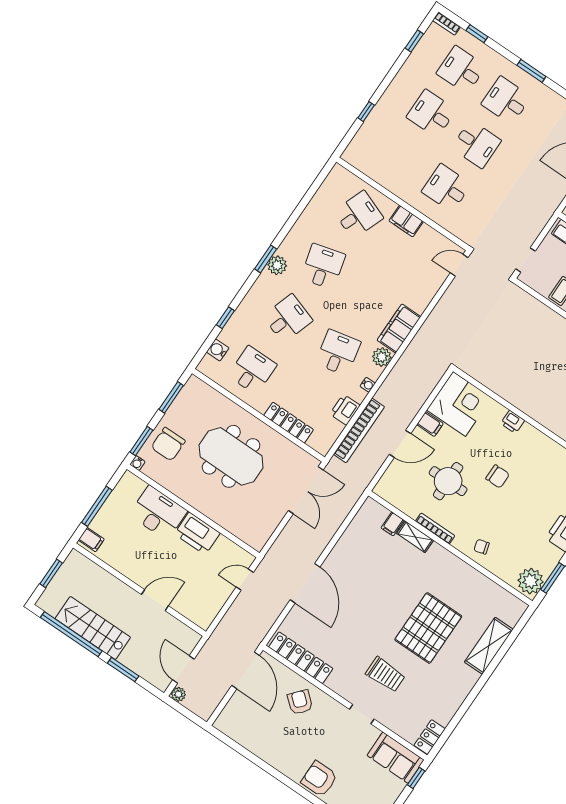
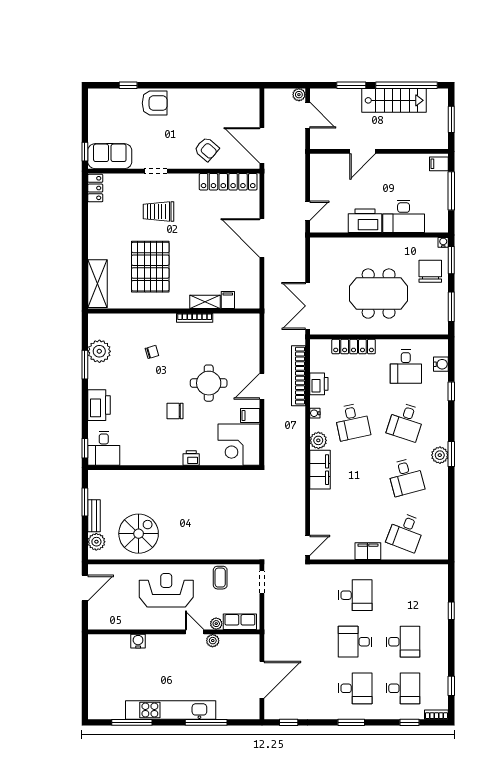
filing cabinet: (393, 524) -> (228, 300), moved
bookcase: (435, 528) -> (195, 318), moved
shelving: (415, 537) -> (205, 302), moved
wall: (450, 548) -> (174, 311), moved

